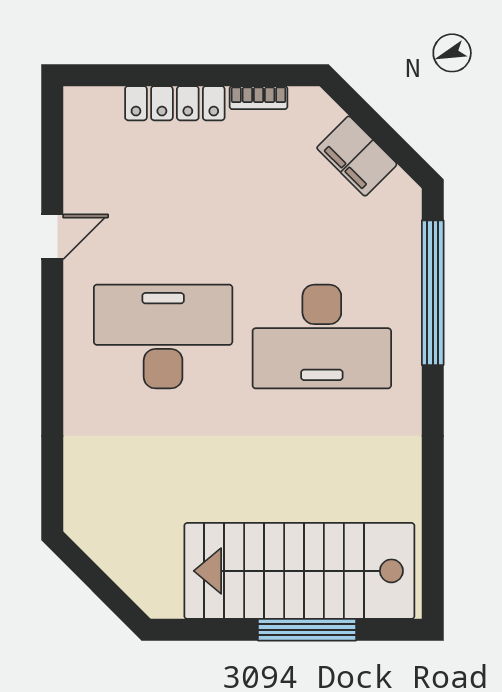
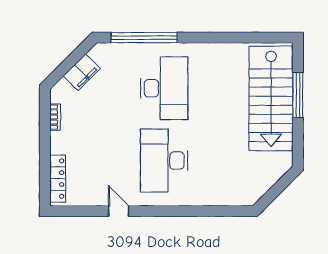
locker: (175, 103) -> (58, 179), moved

